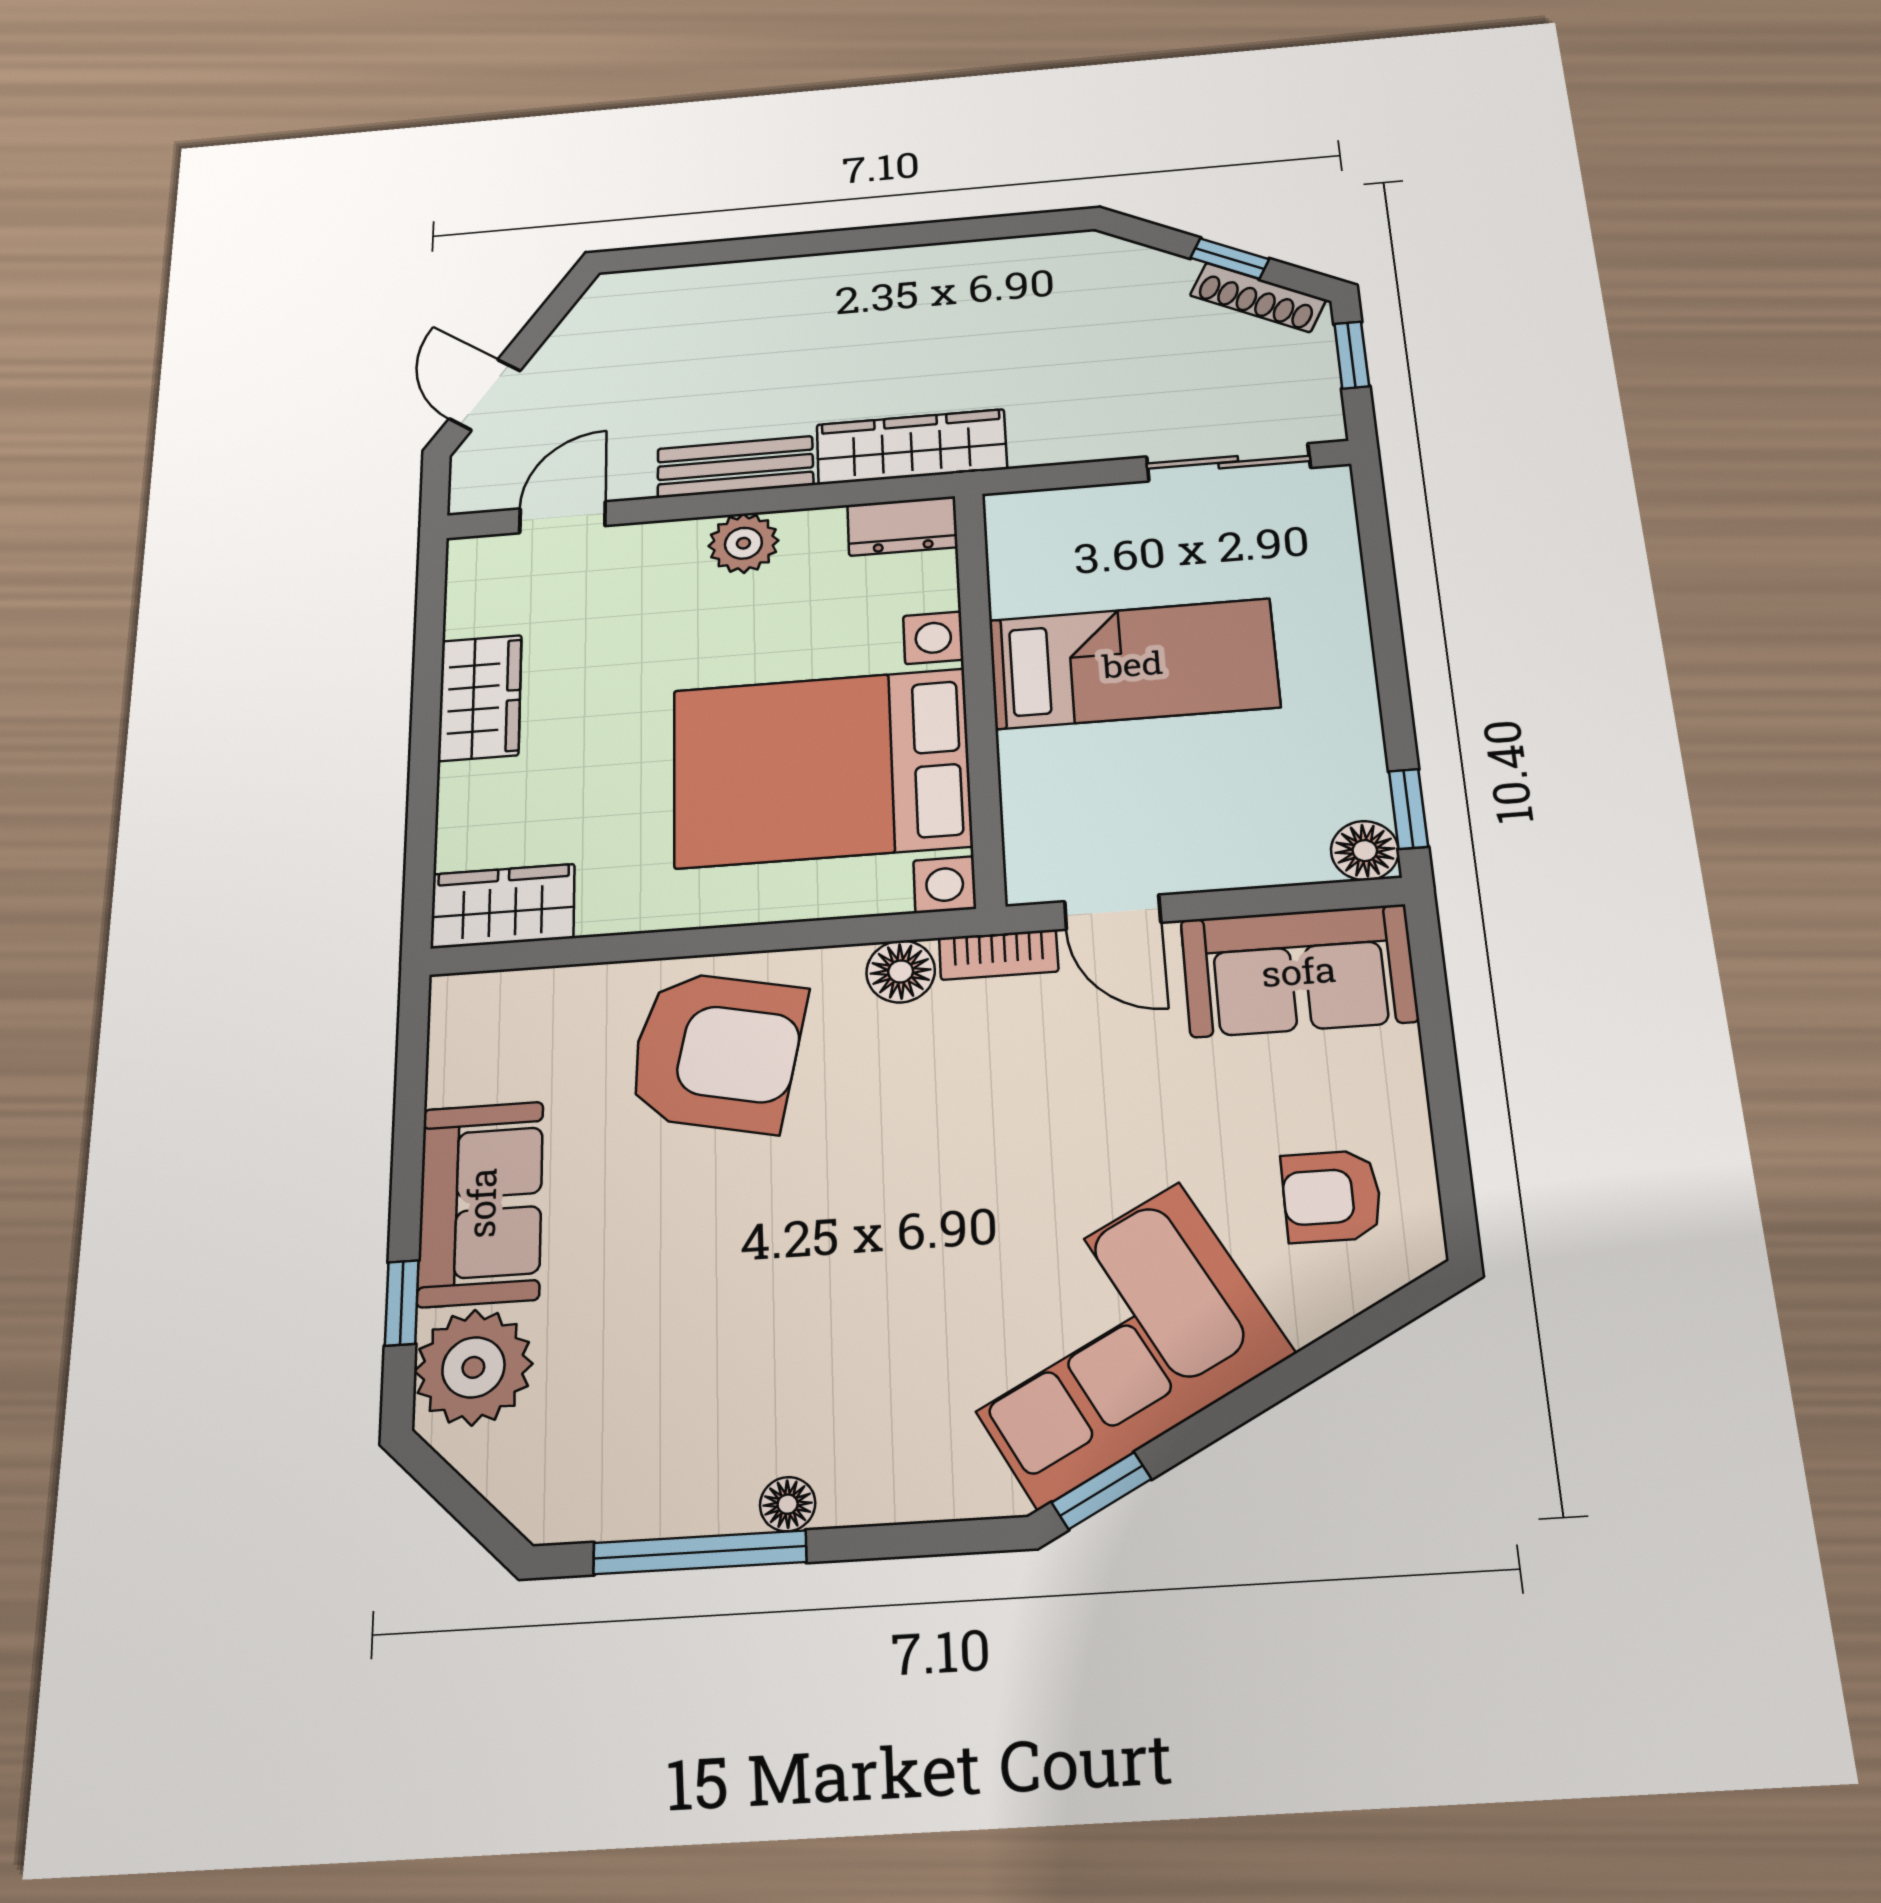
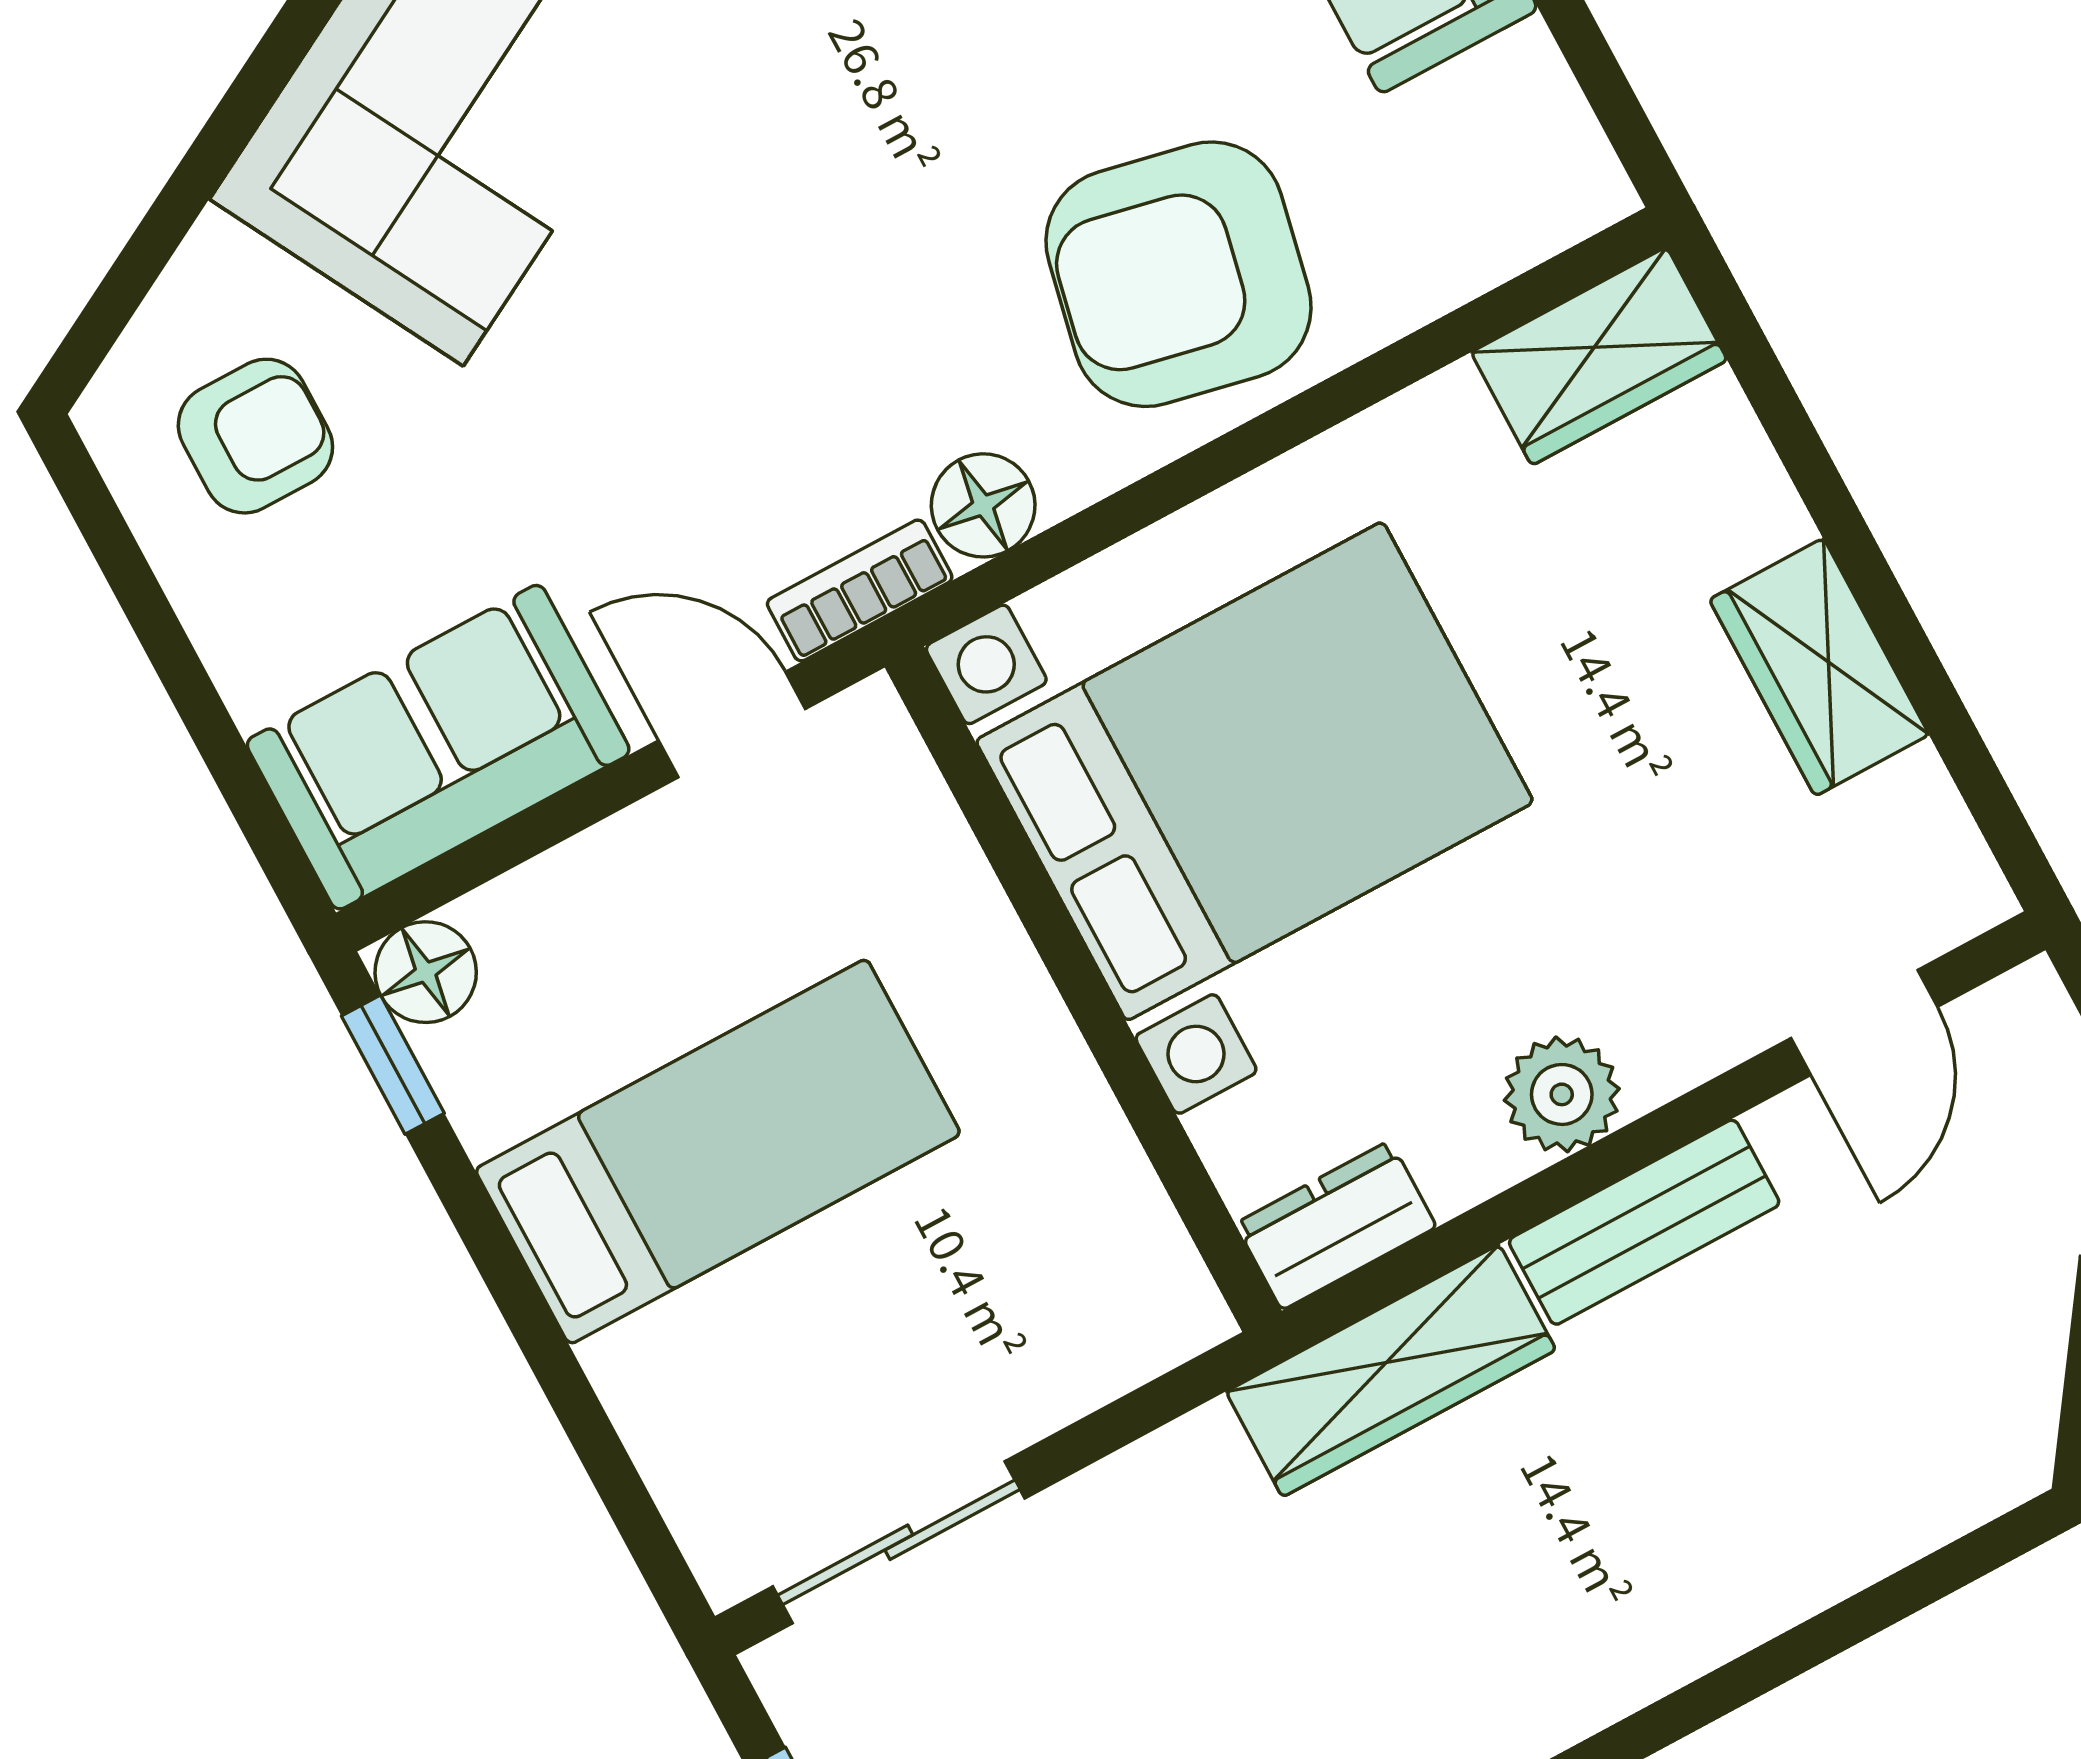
bed: (1133, 664) -> (718, 1152), moved, turned 180

